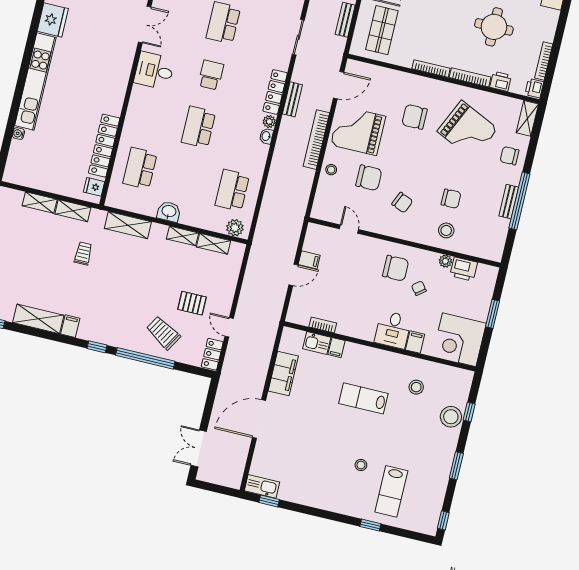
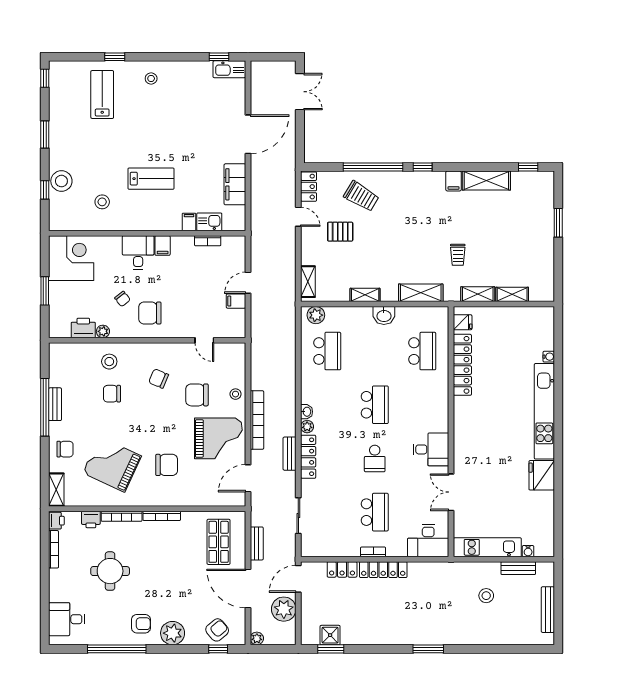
shelving: (214, 244) -> (308, 282), moved, turned 90
filing cabinet: (415, 342) -> (163, 246), moved
stool: (361, 465) -> (151, 78), moved

